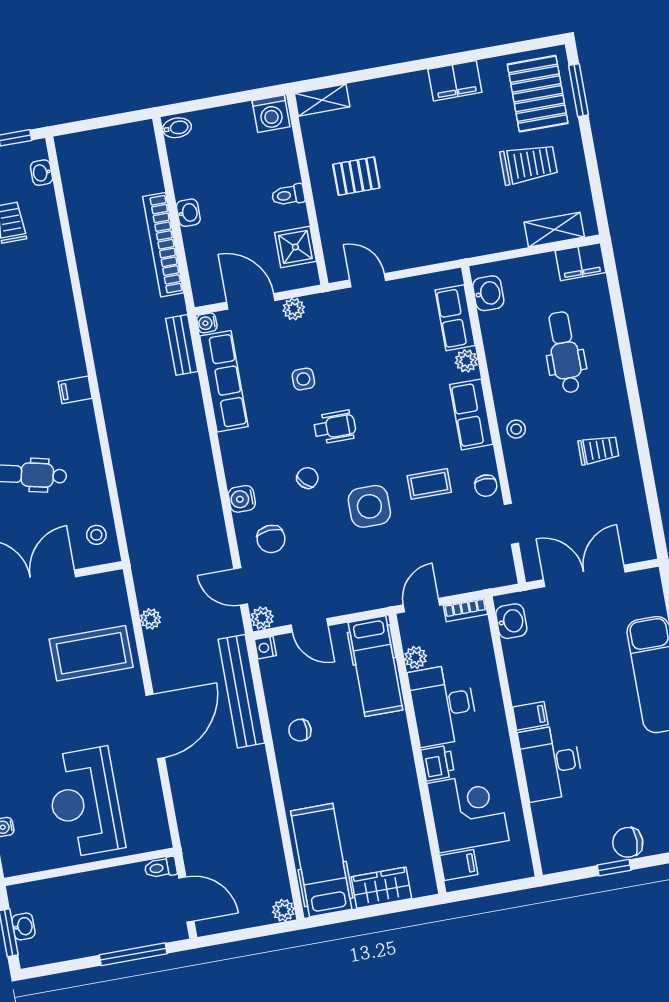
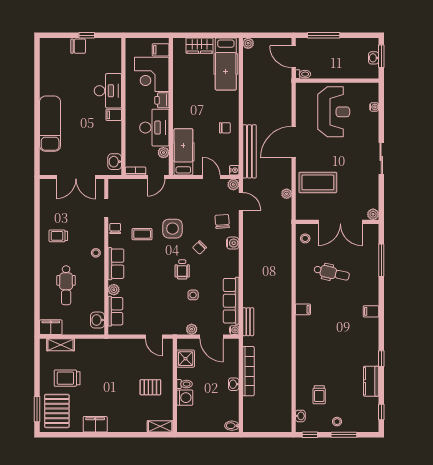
washing machine: (271, 114) -> (185, 398), moved, turned 90
wheelchair: (335, 427) -> (182, 269), turned -90

